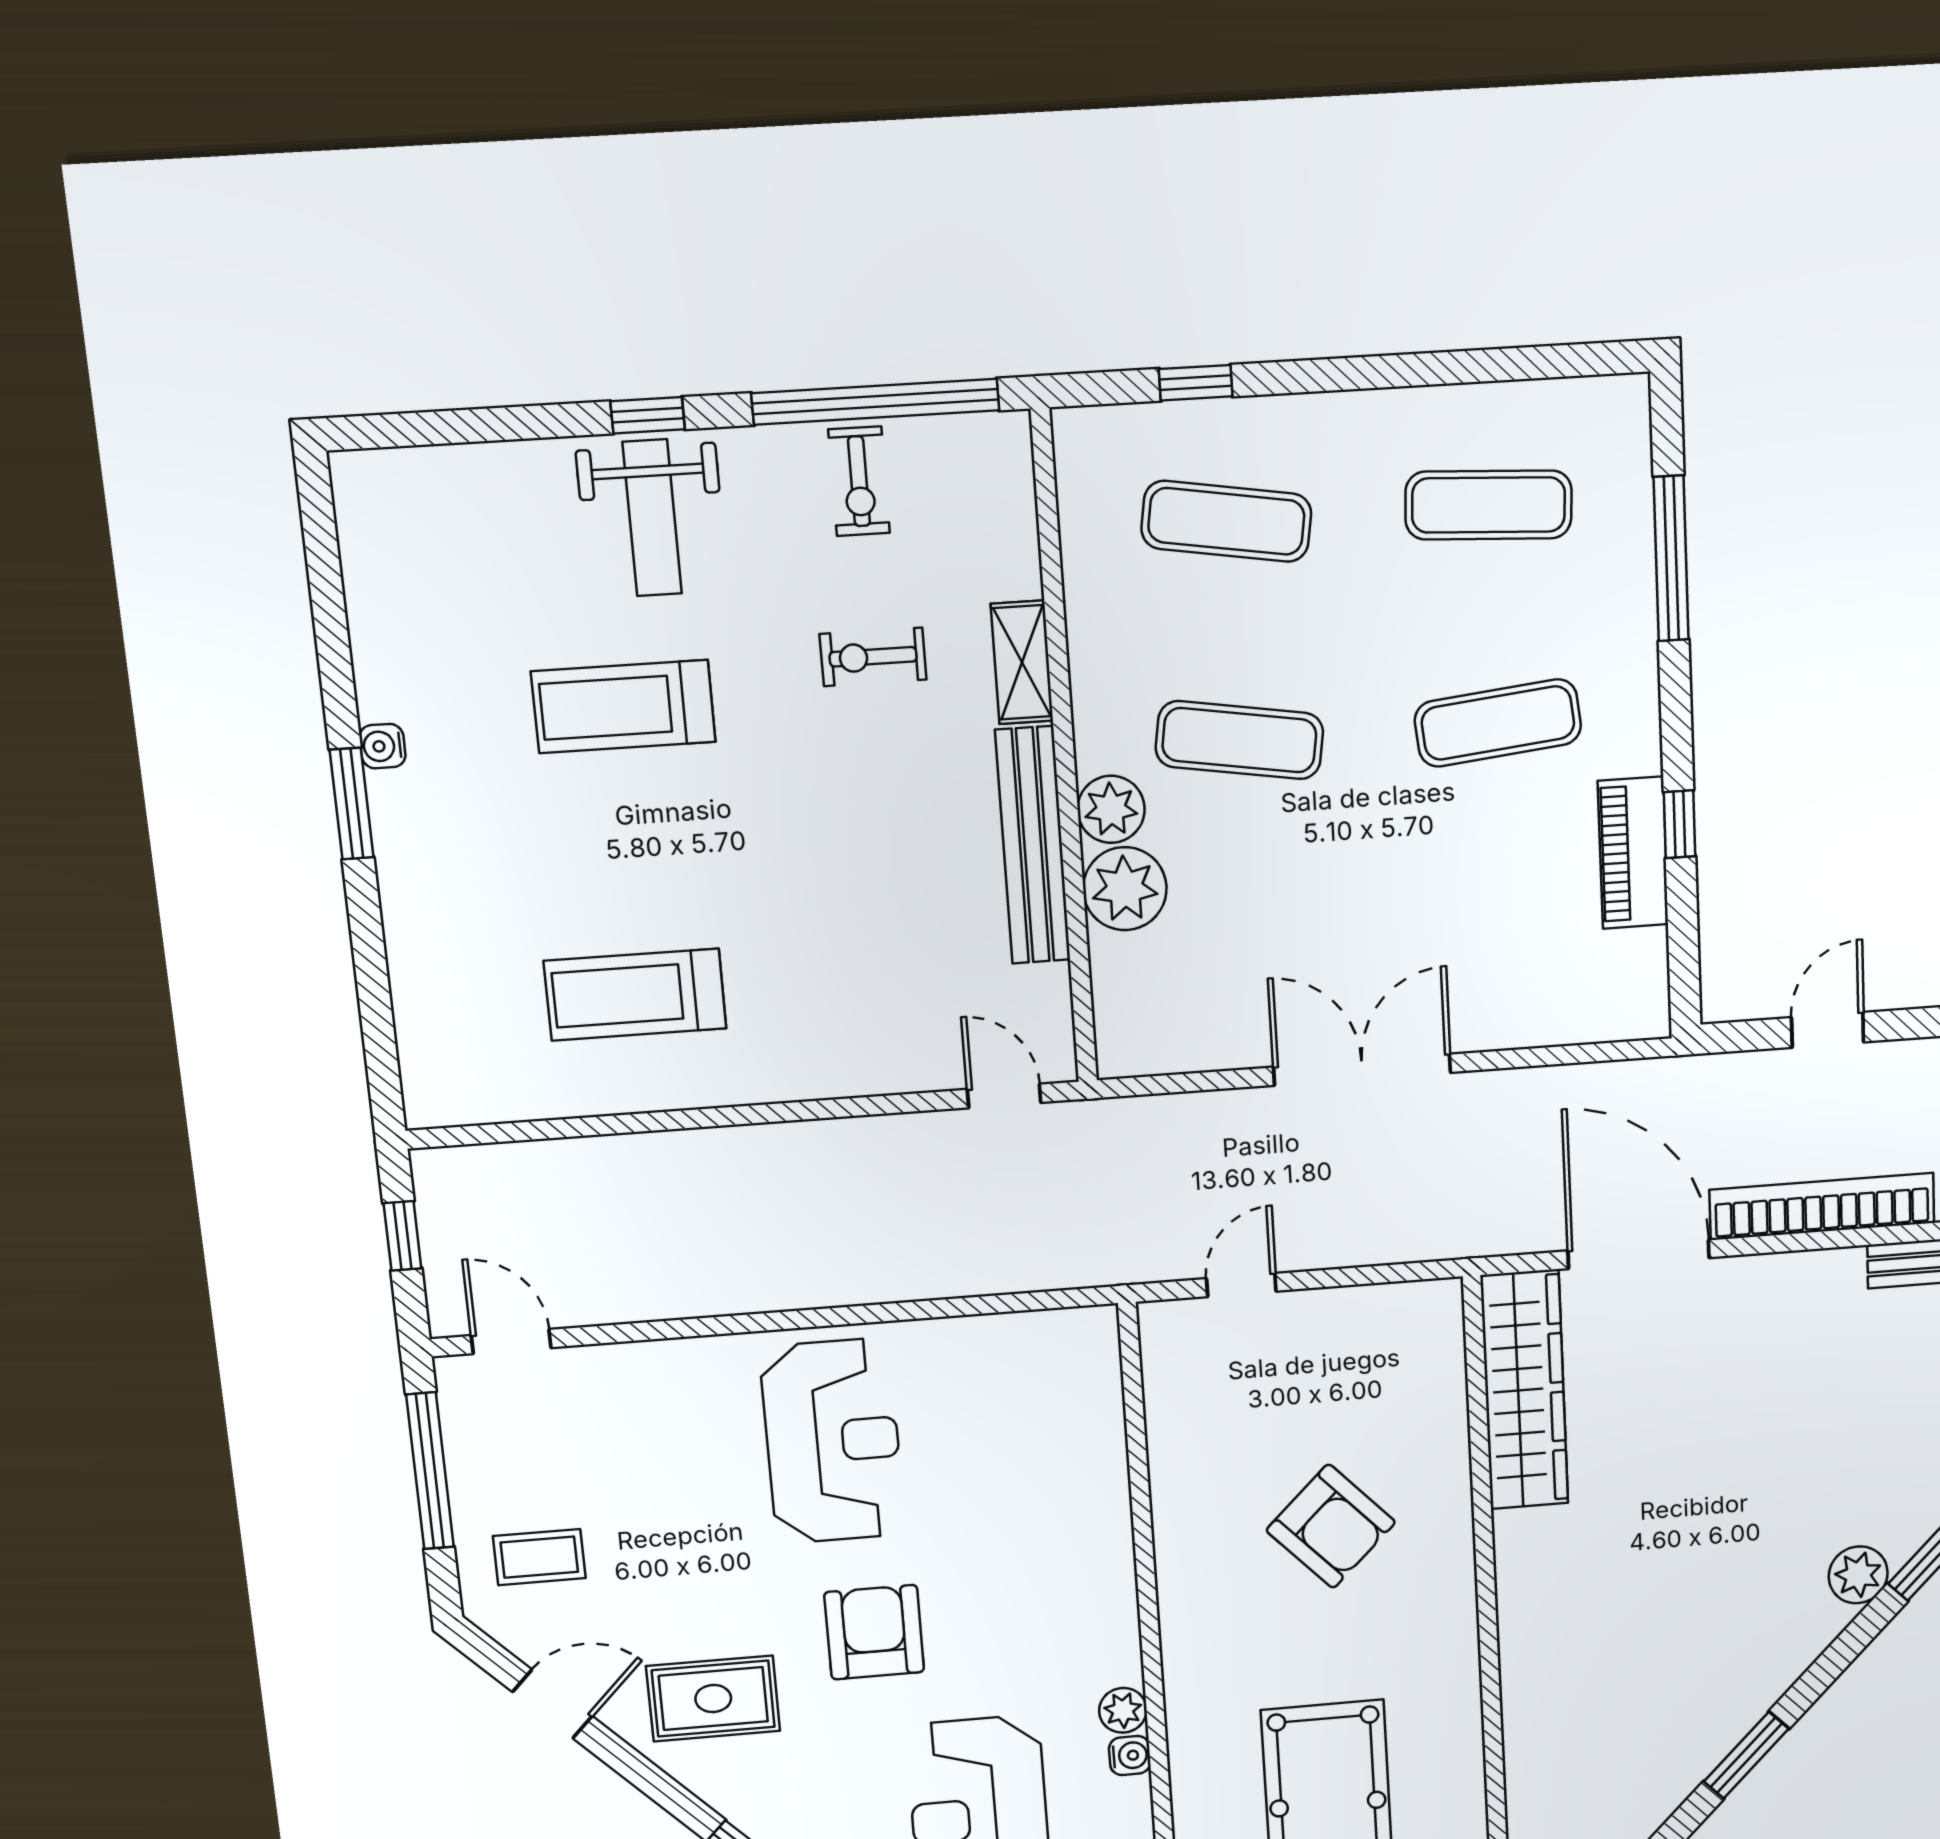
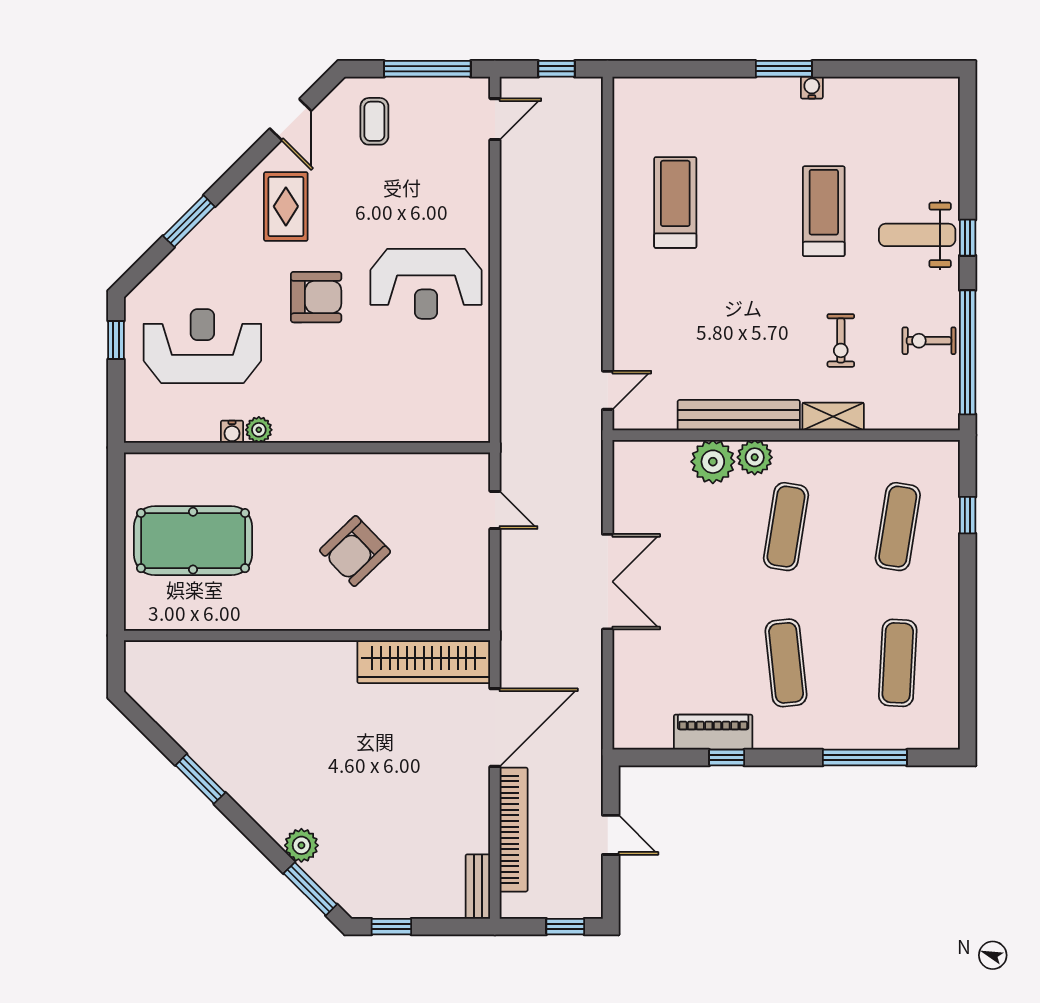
exercise bike: (873, 657) -> (841, 340), turned 180

